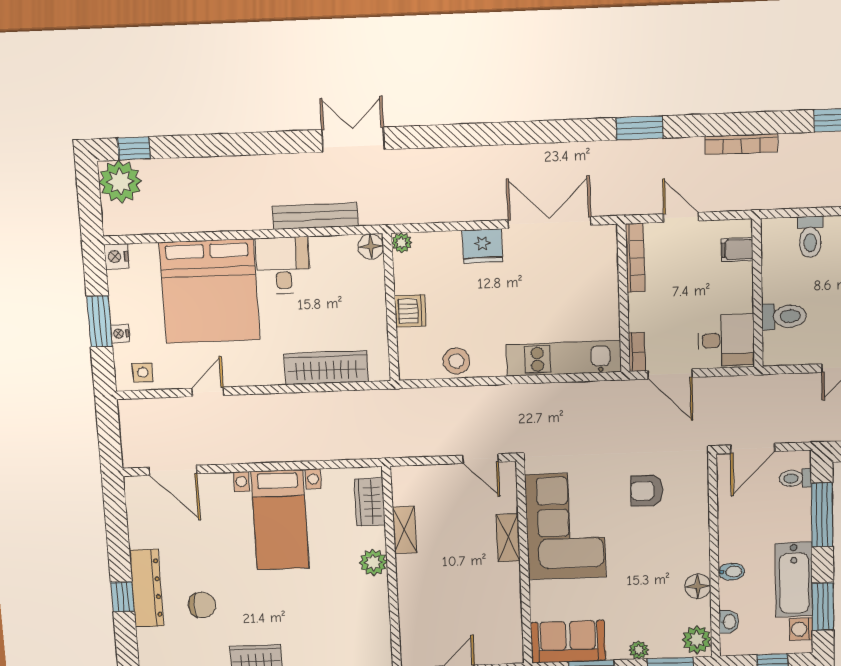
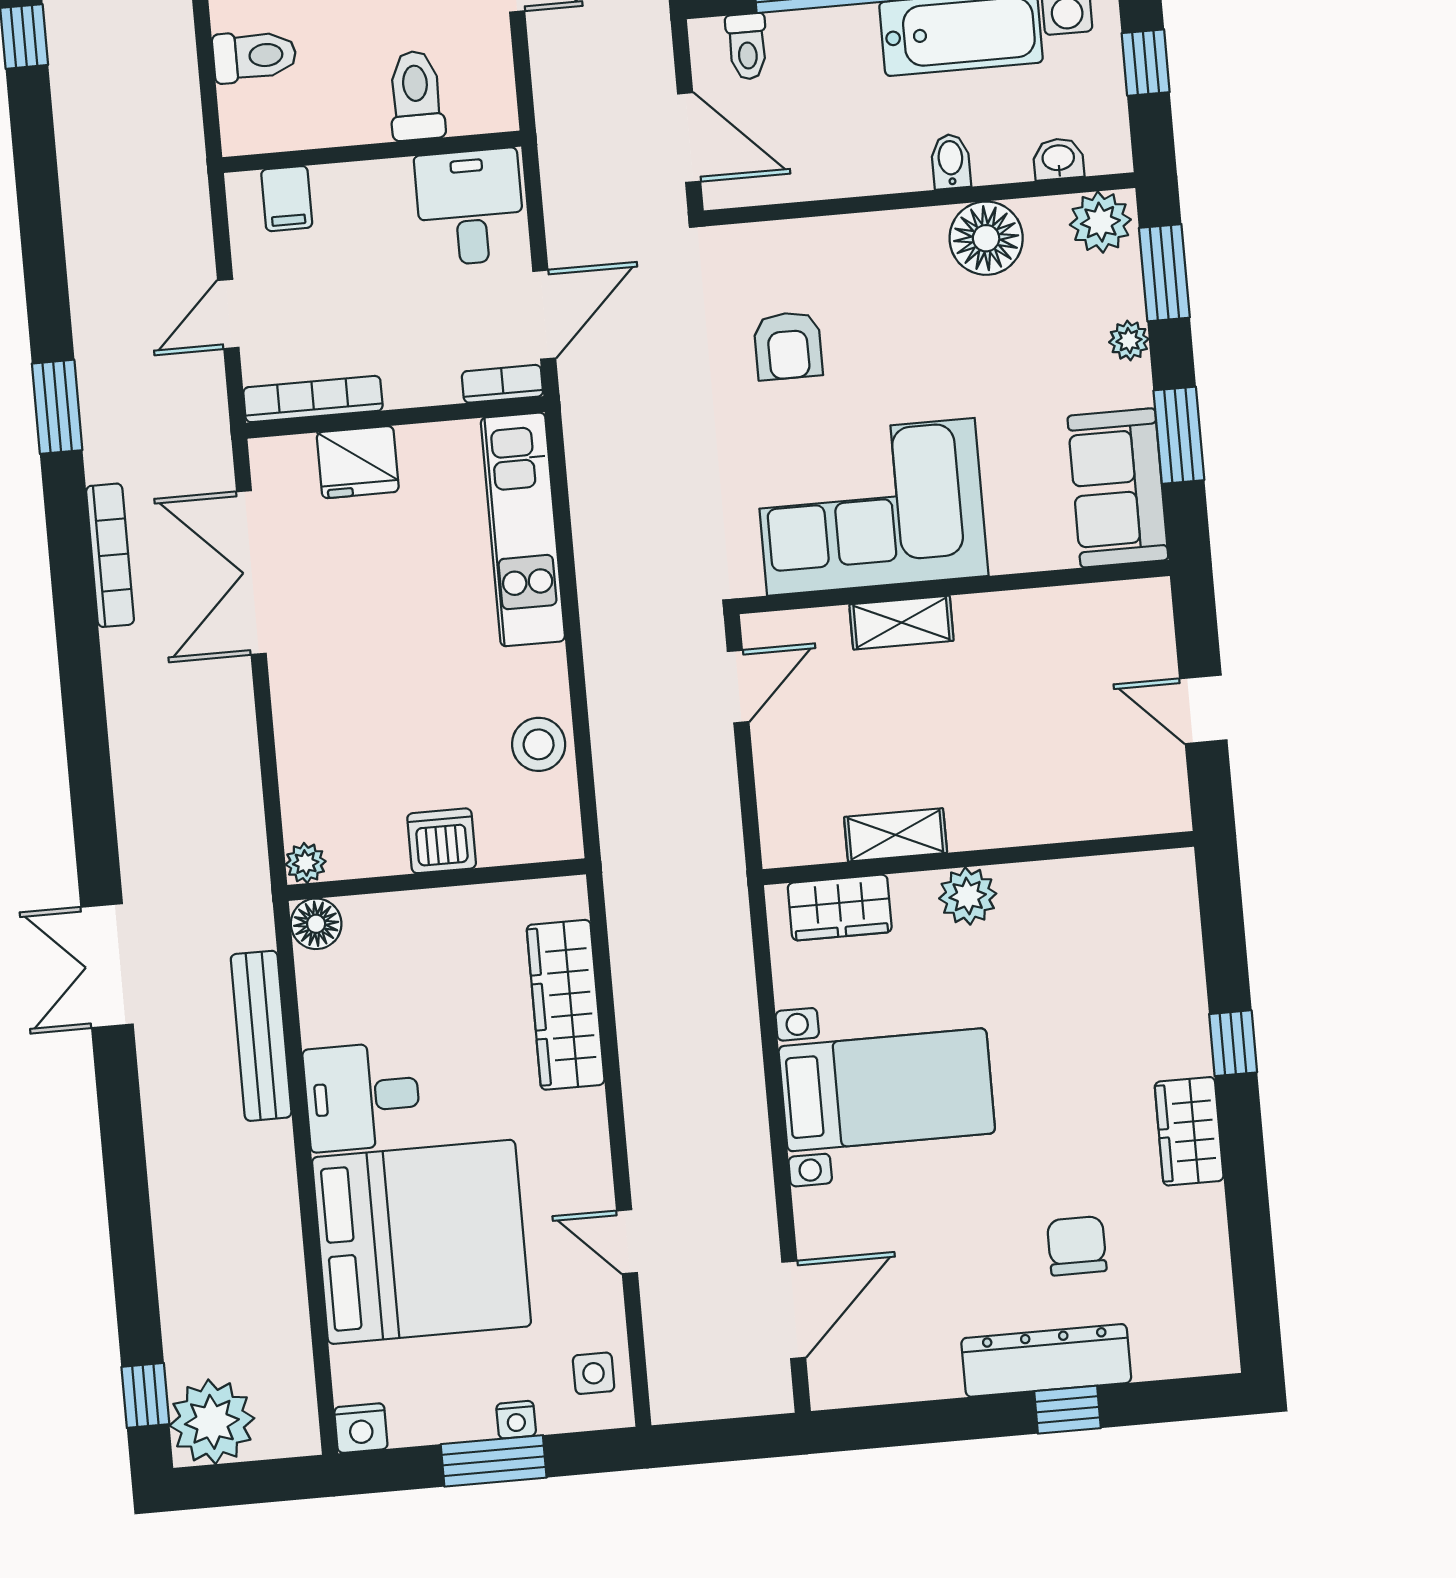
bookcase: (741, 144) -> (110, 555), moved
fridge: (482, 246) -> (358, 462), moved, turned 90
floor lamp: (698, 586) -> (986, 238), width x1.38, depth x1.38

